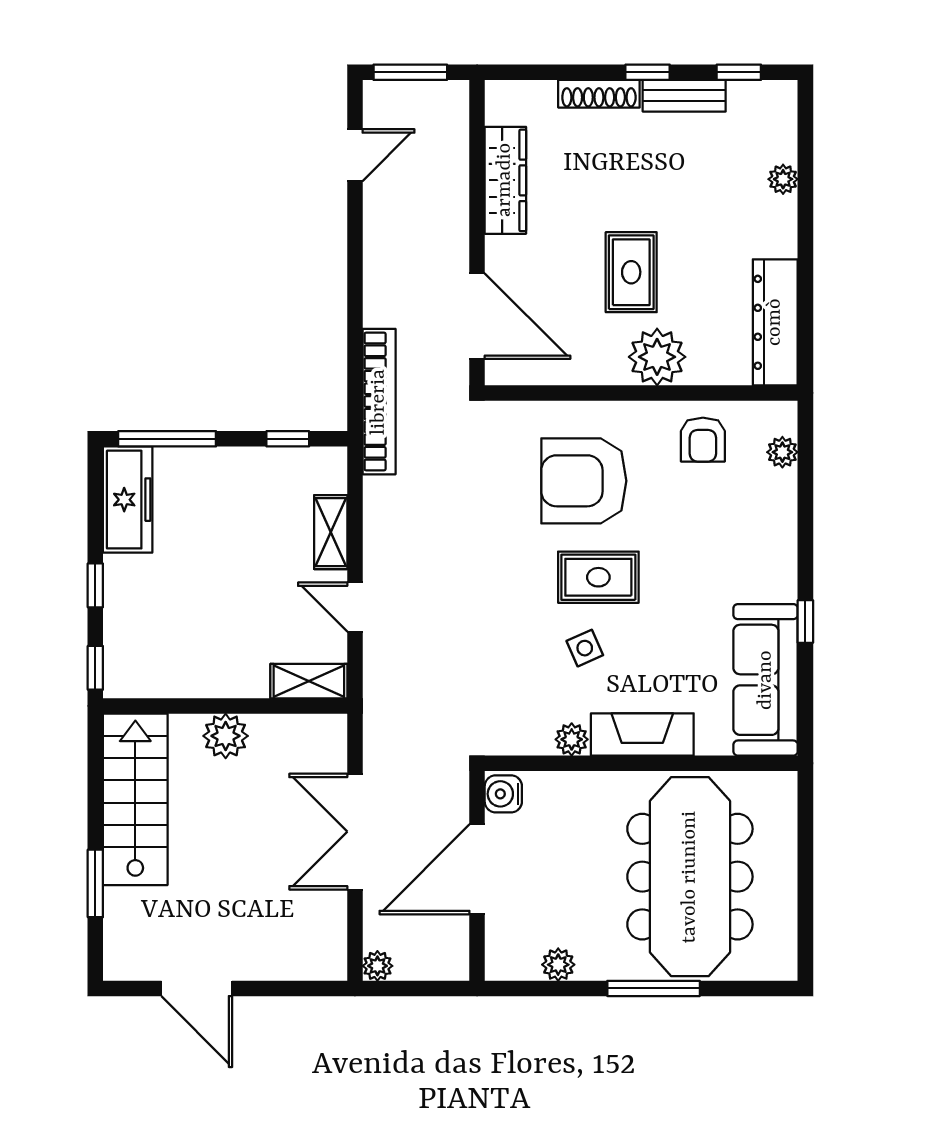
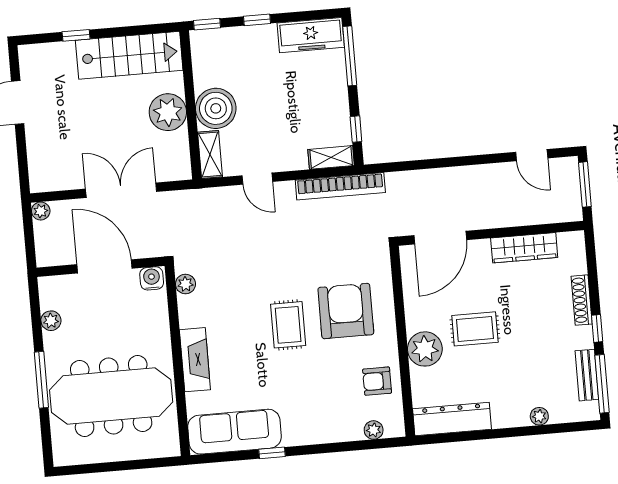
window: (739, 72) -> (602, 384), width x2.17
bench: (684, 96) -> (587, 375), moved
bookcase: (379, 402) -> (340, 186), moved
shelving: (331, 532) -> (331, 157), moved
door: (355, 607) -> (257, 179), swing flipped
side table: (585, 648) -> (244, 320), removed
boiler: (234, 665) -> (216, 108), added
plant: (226, 736) -> (168, 112), width x1.36, depth x1.36
plant: (572, 739) -> (185, 284), moved
window: (95, 883) -> (76, 35), width x0.67

